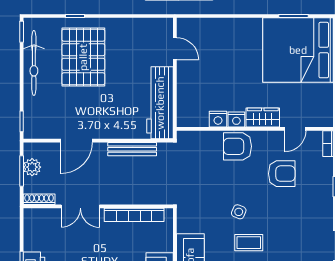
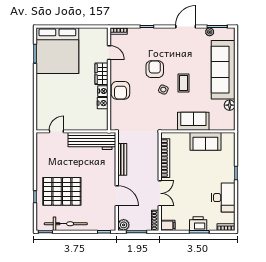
plant: (32, 167) -> (124, 225), moved
armchair: (282, 174) -> (155, 69), moved
filing cabinet: (31, 219) -> (168, 225), added

